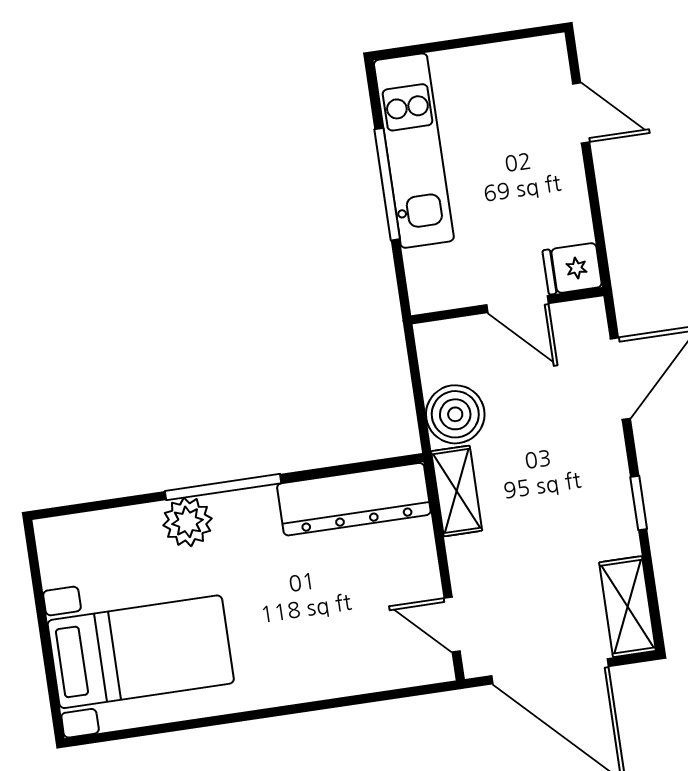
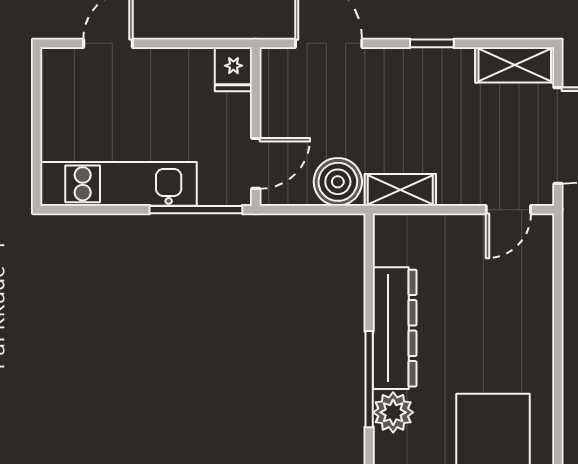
window: (387, 184) -> (196, 210), moved
door: (518, 304) -> (256, 163), moved
dresser: (354, 499) -> (395, 328), moved

